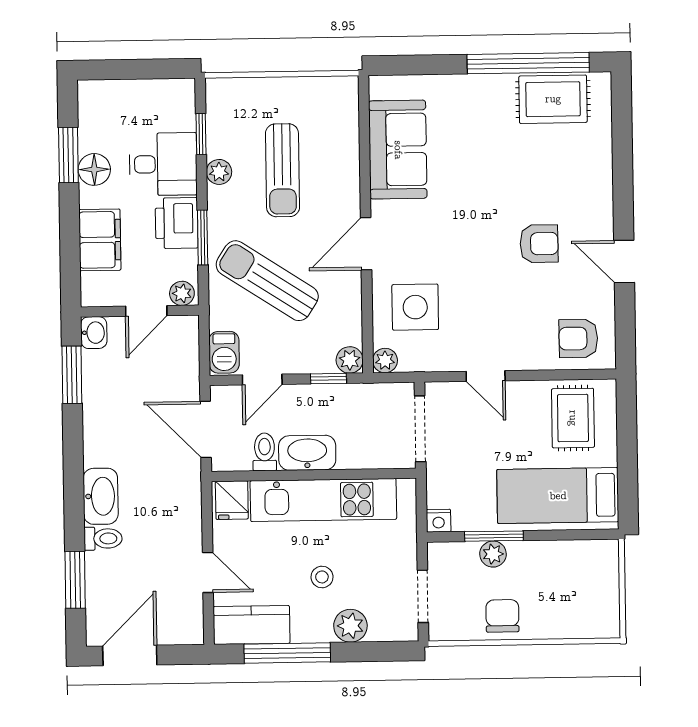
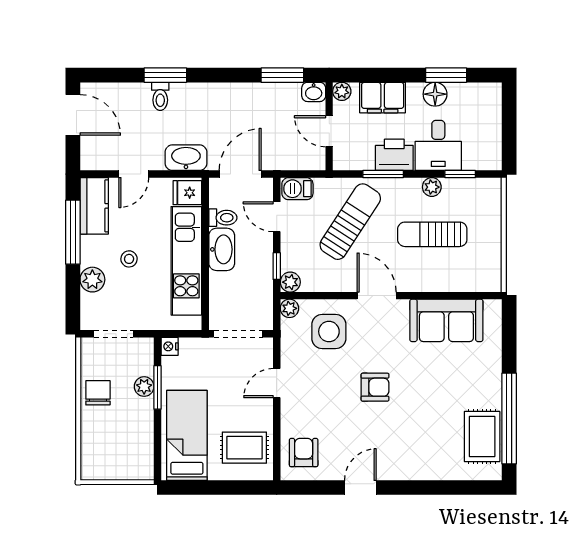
armchair: (539, 244) -> (375, 387), moved, turned -90
plant: (182, 293) -> (342, 91), moved
washbasin: (101, 496) -> (186, 158), moved, turned 180
window: (75, 580) -> (165, 75), moved
chair: (502, 616) -> (98, 393), turned -90

